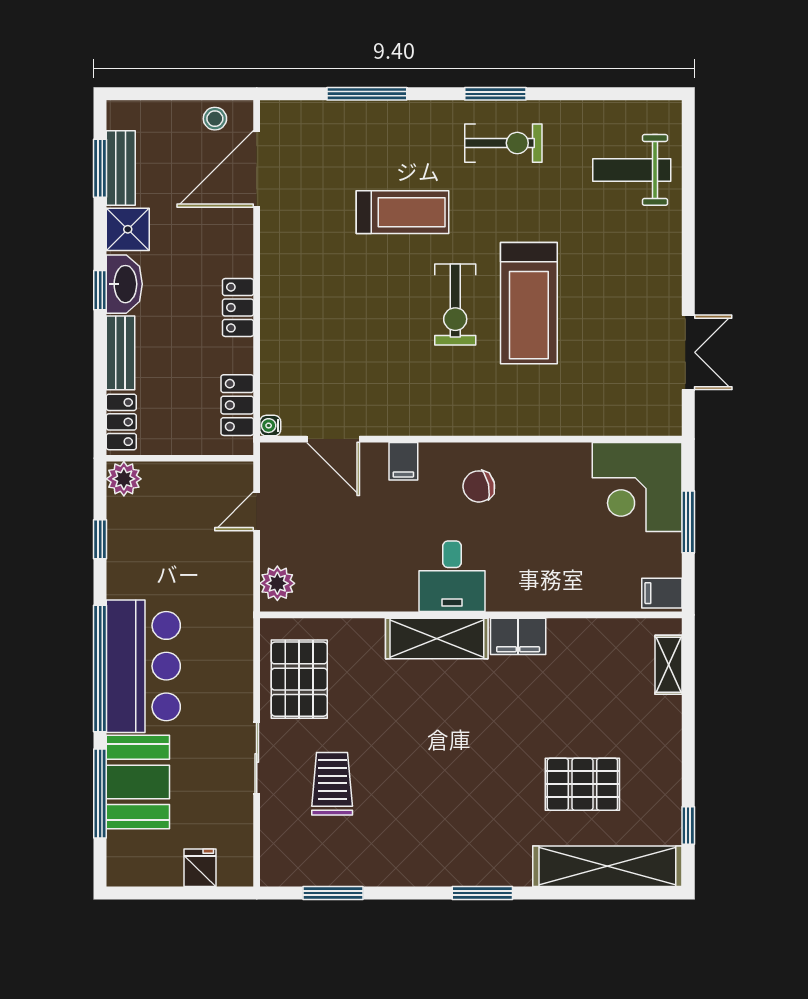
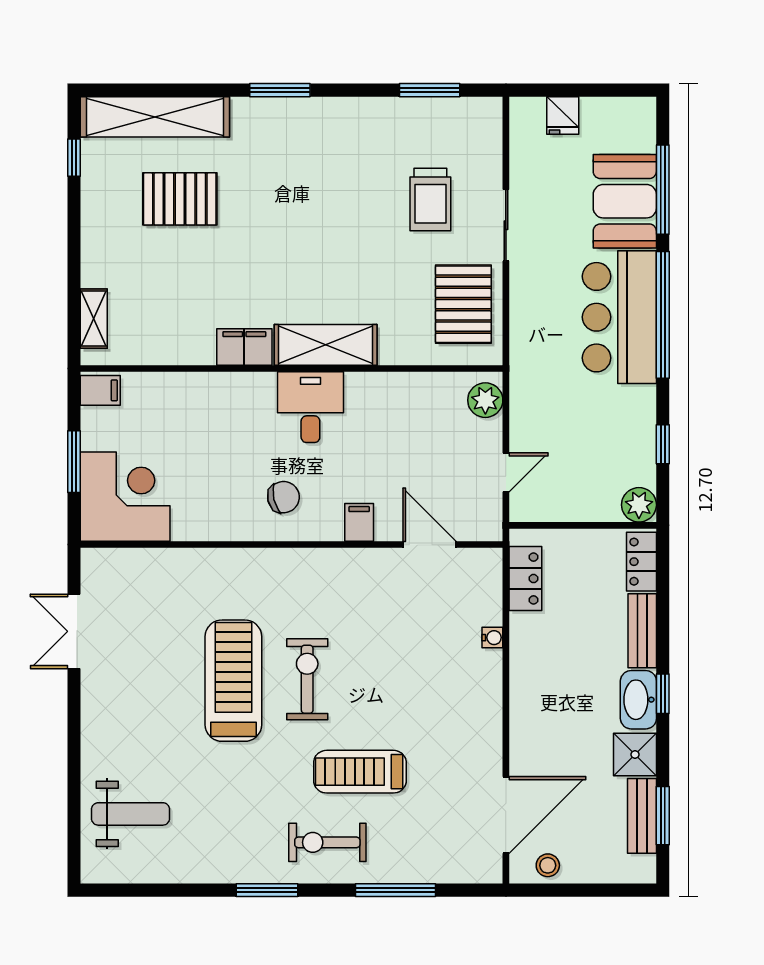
exercise bike: (503, 143) -> (327, 842), moved
locker: (238, 308) -> (525, 676), removed
water cooler: (270, 426) -> (492, 638), moved

